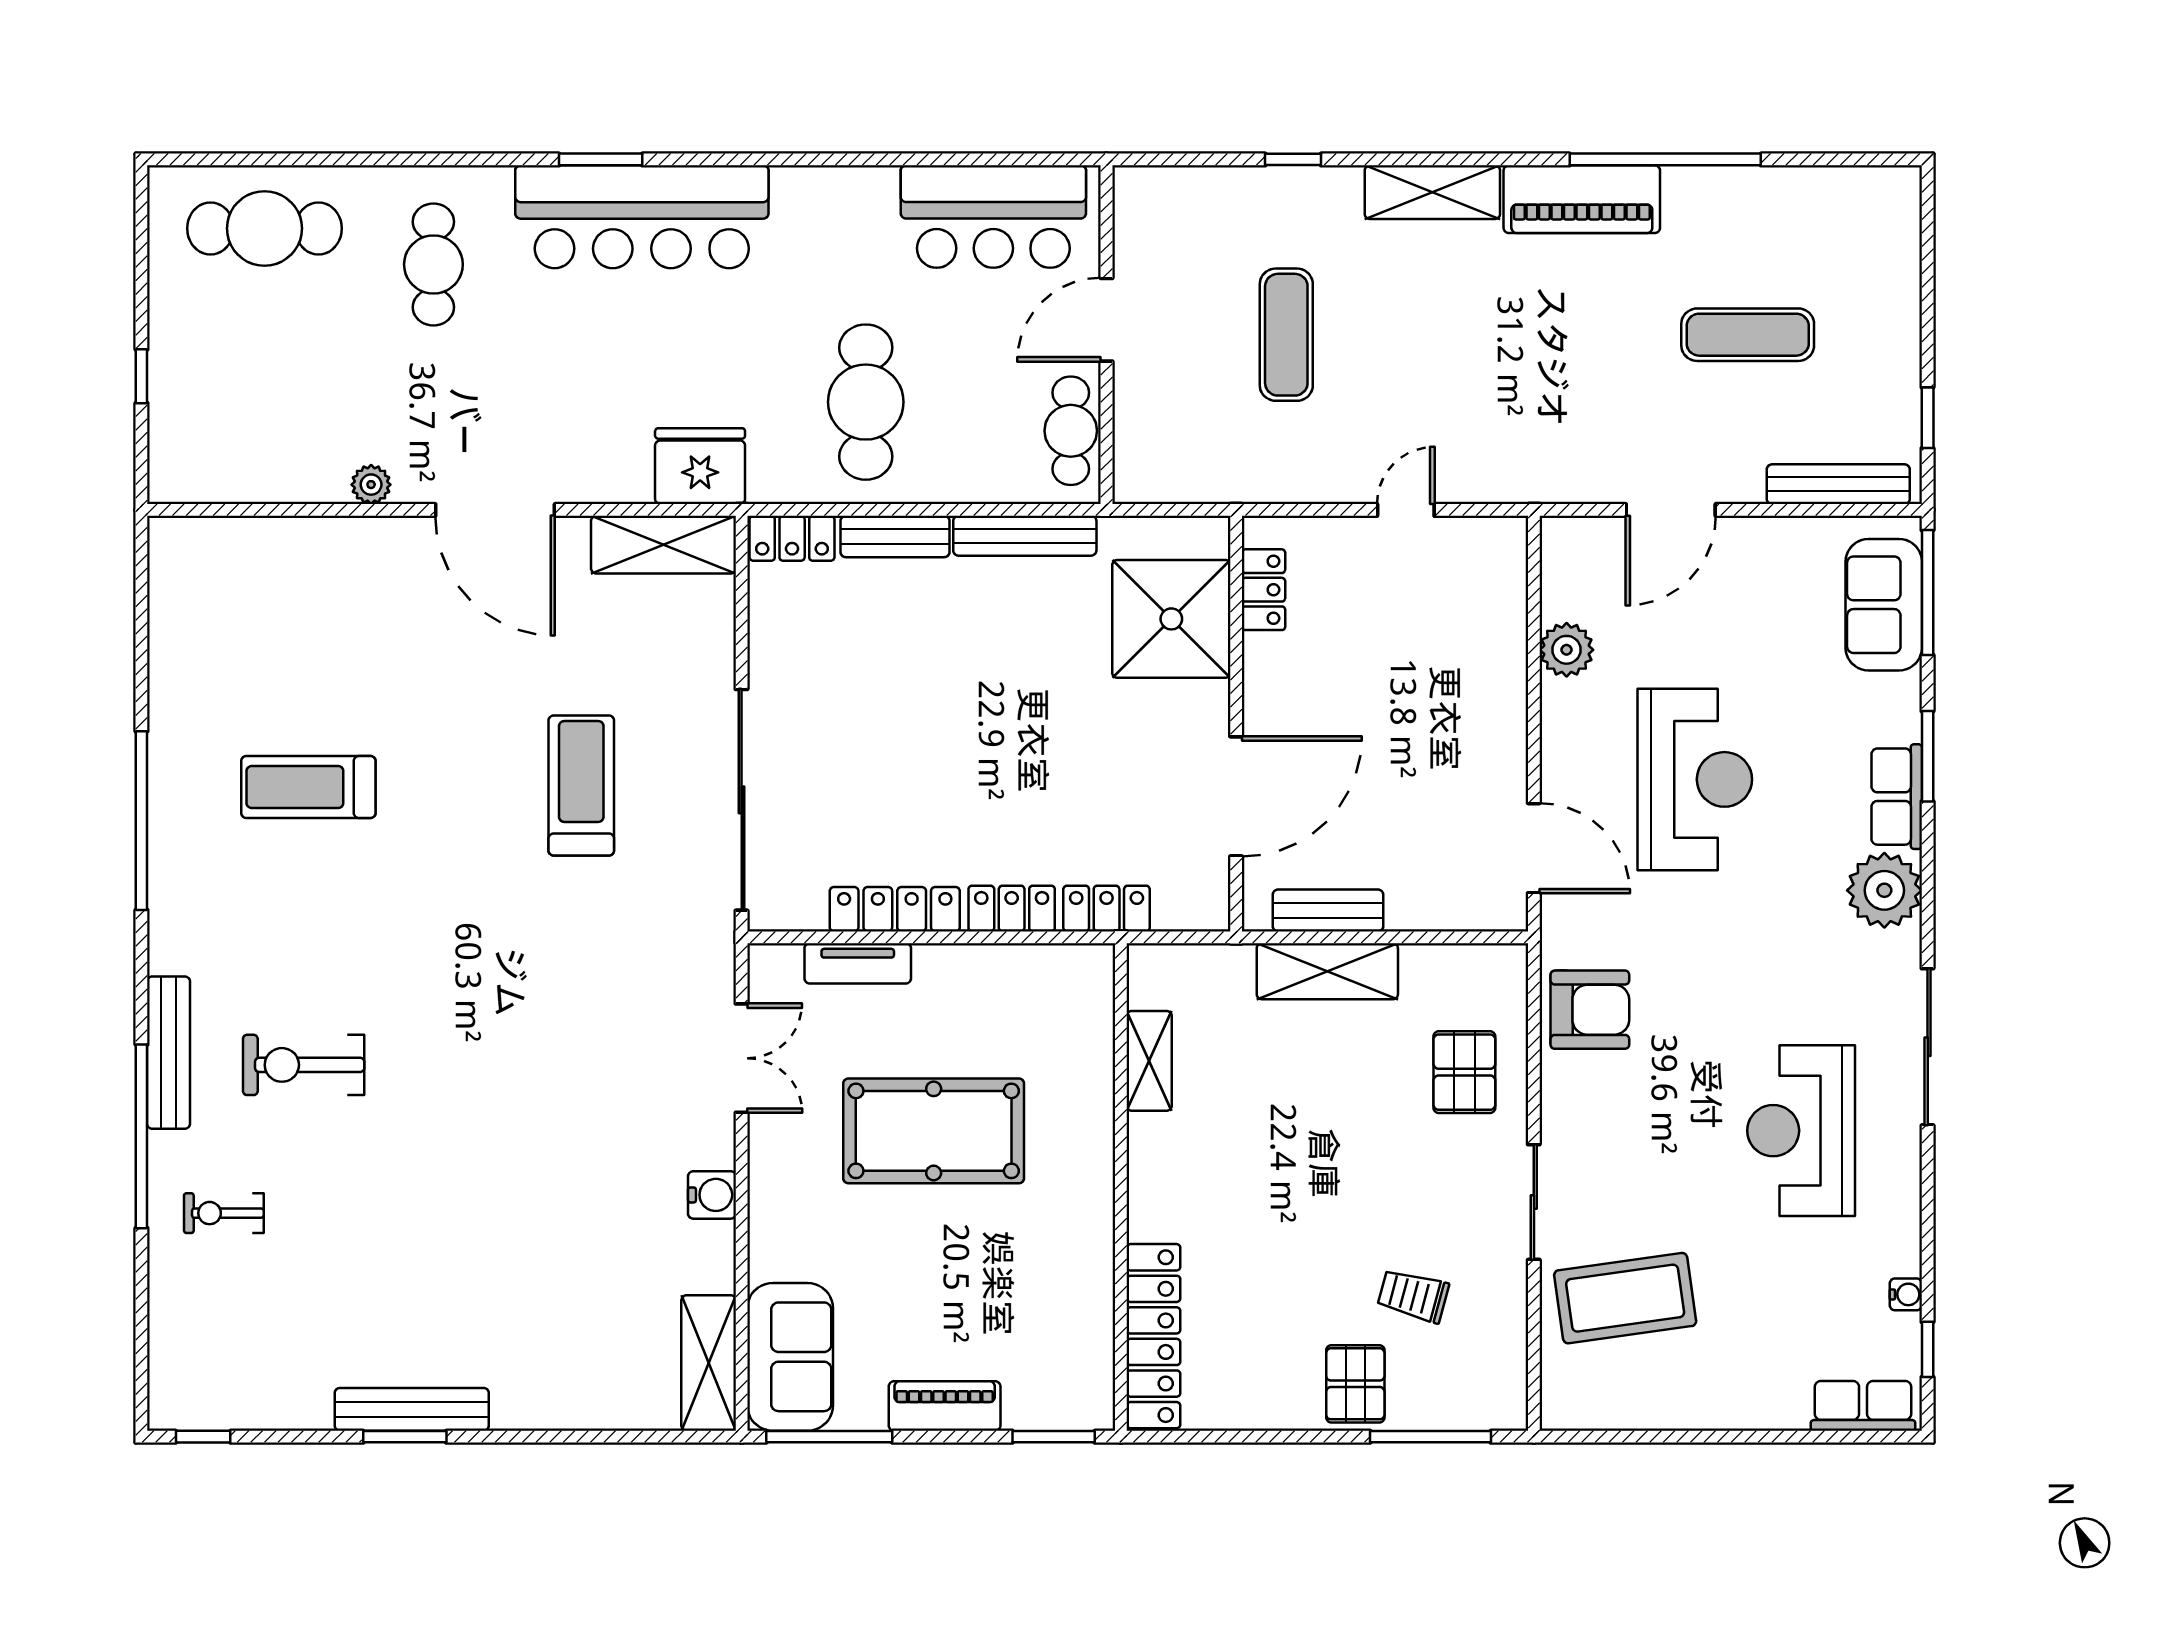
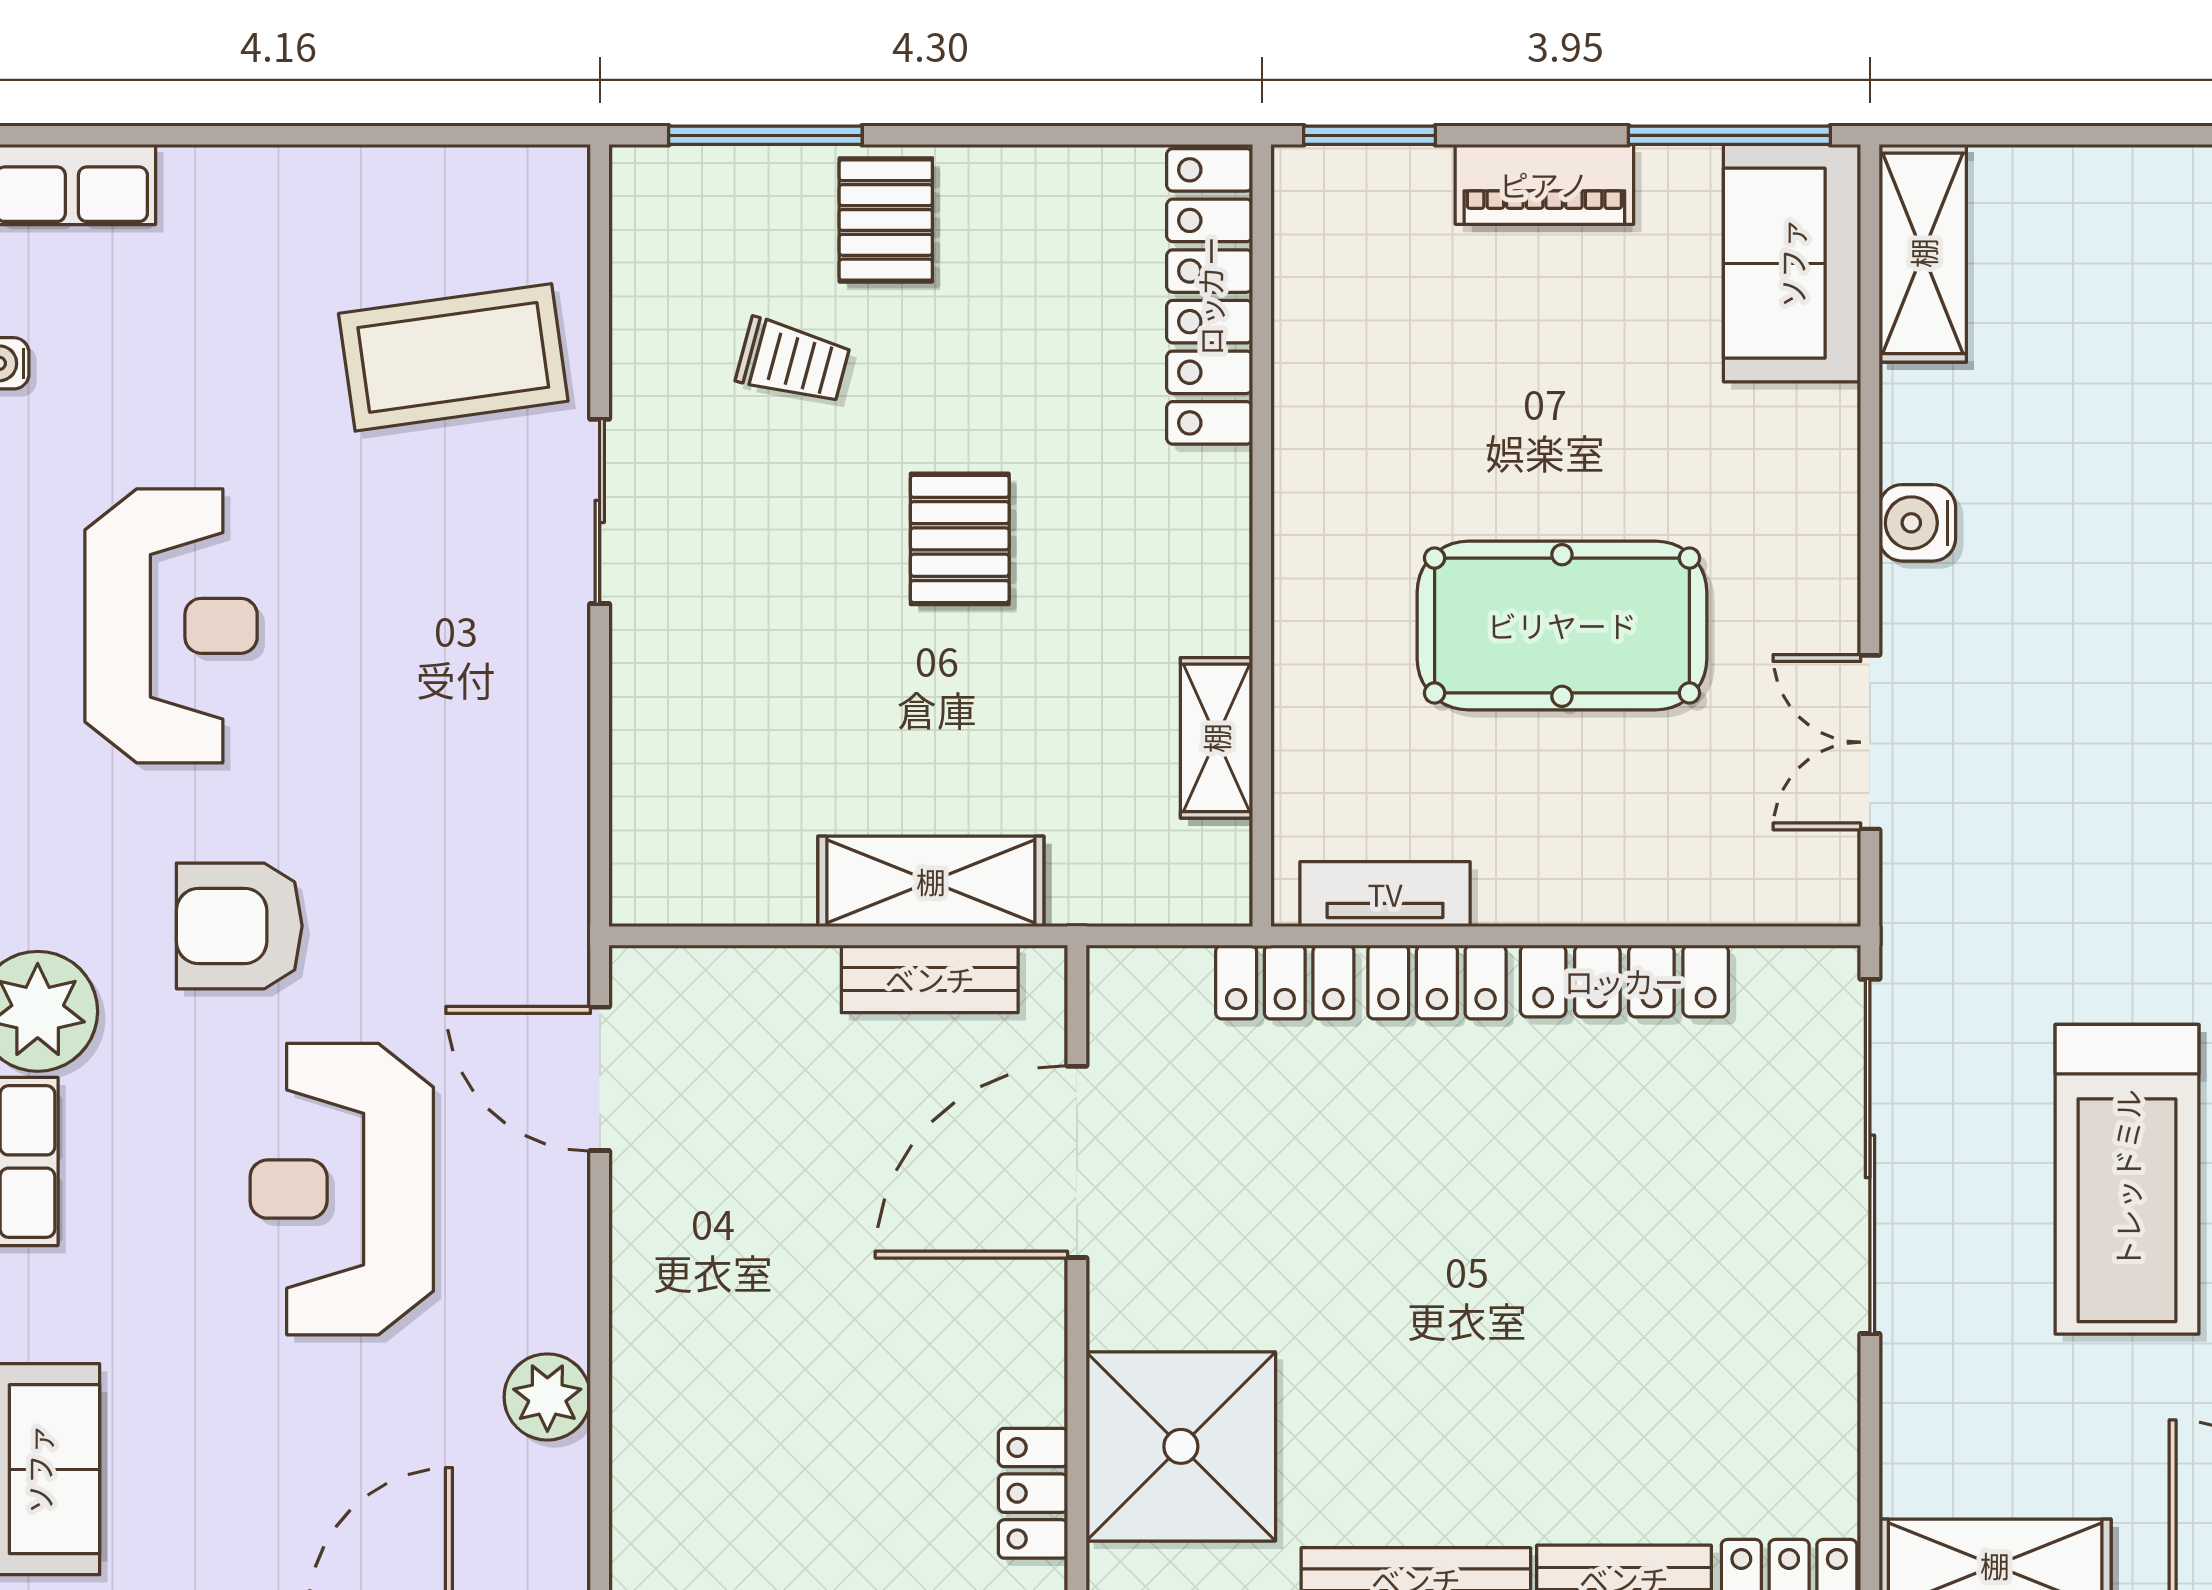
treadmill: (581, 786) -> (2127, 1179), width x1.37, depth x1.38
tv unit: (858, 963) -> (1385, 894), moved
armchair: (1590, 1010) -> (239, 926), moved
pallet: (1464, 1072) -> (960, 539), moved

